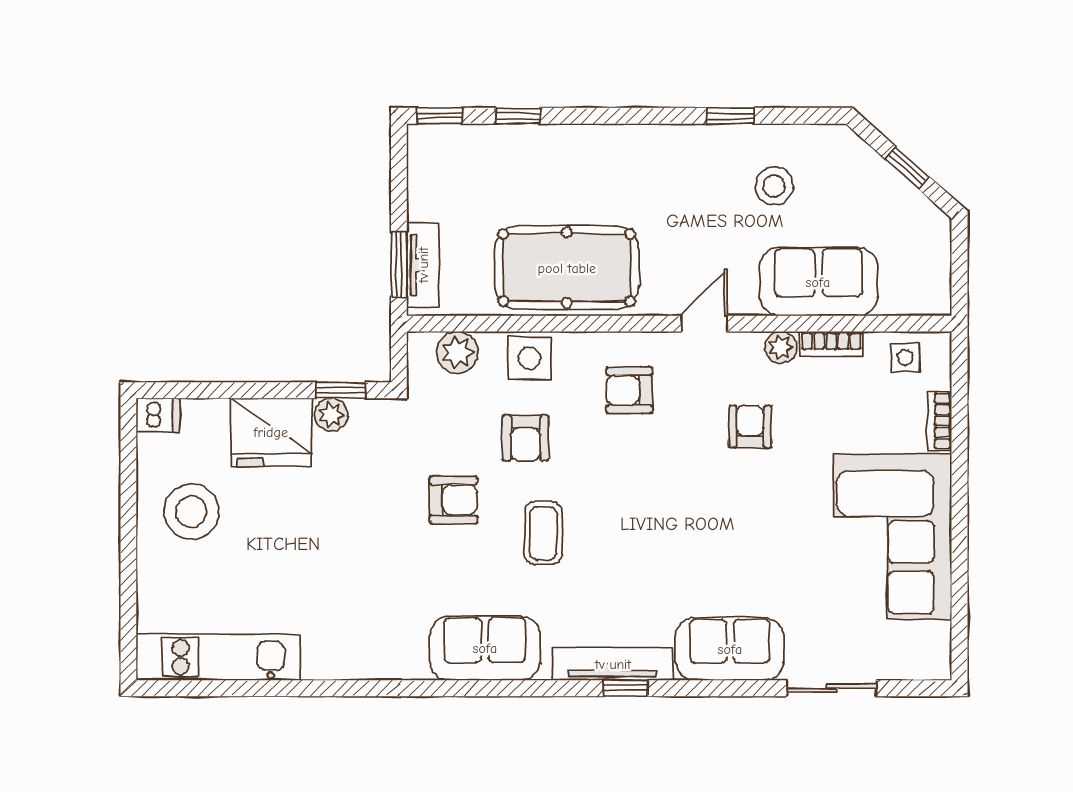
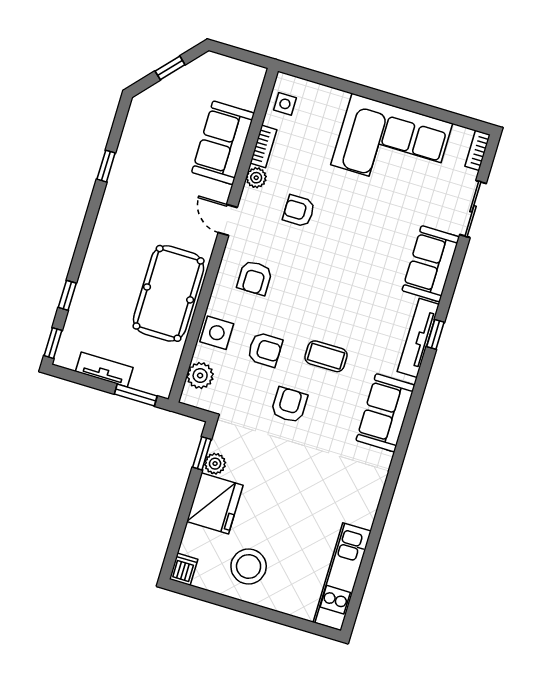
stool: (774, 186) -> (157, 152), removed
tv unit: (423, 265) -> (104, 370), moved
bookcase: (940, 421) -> (477, 150), moved, turned 90

